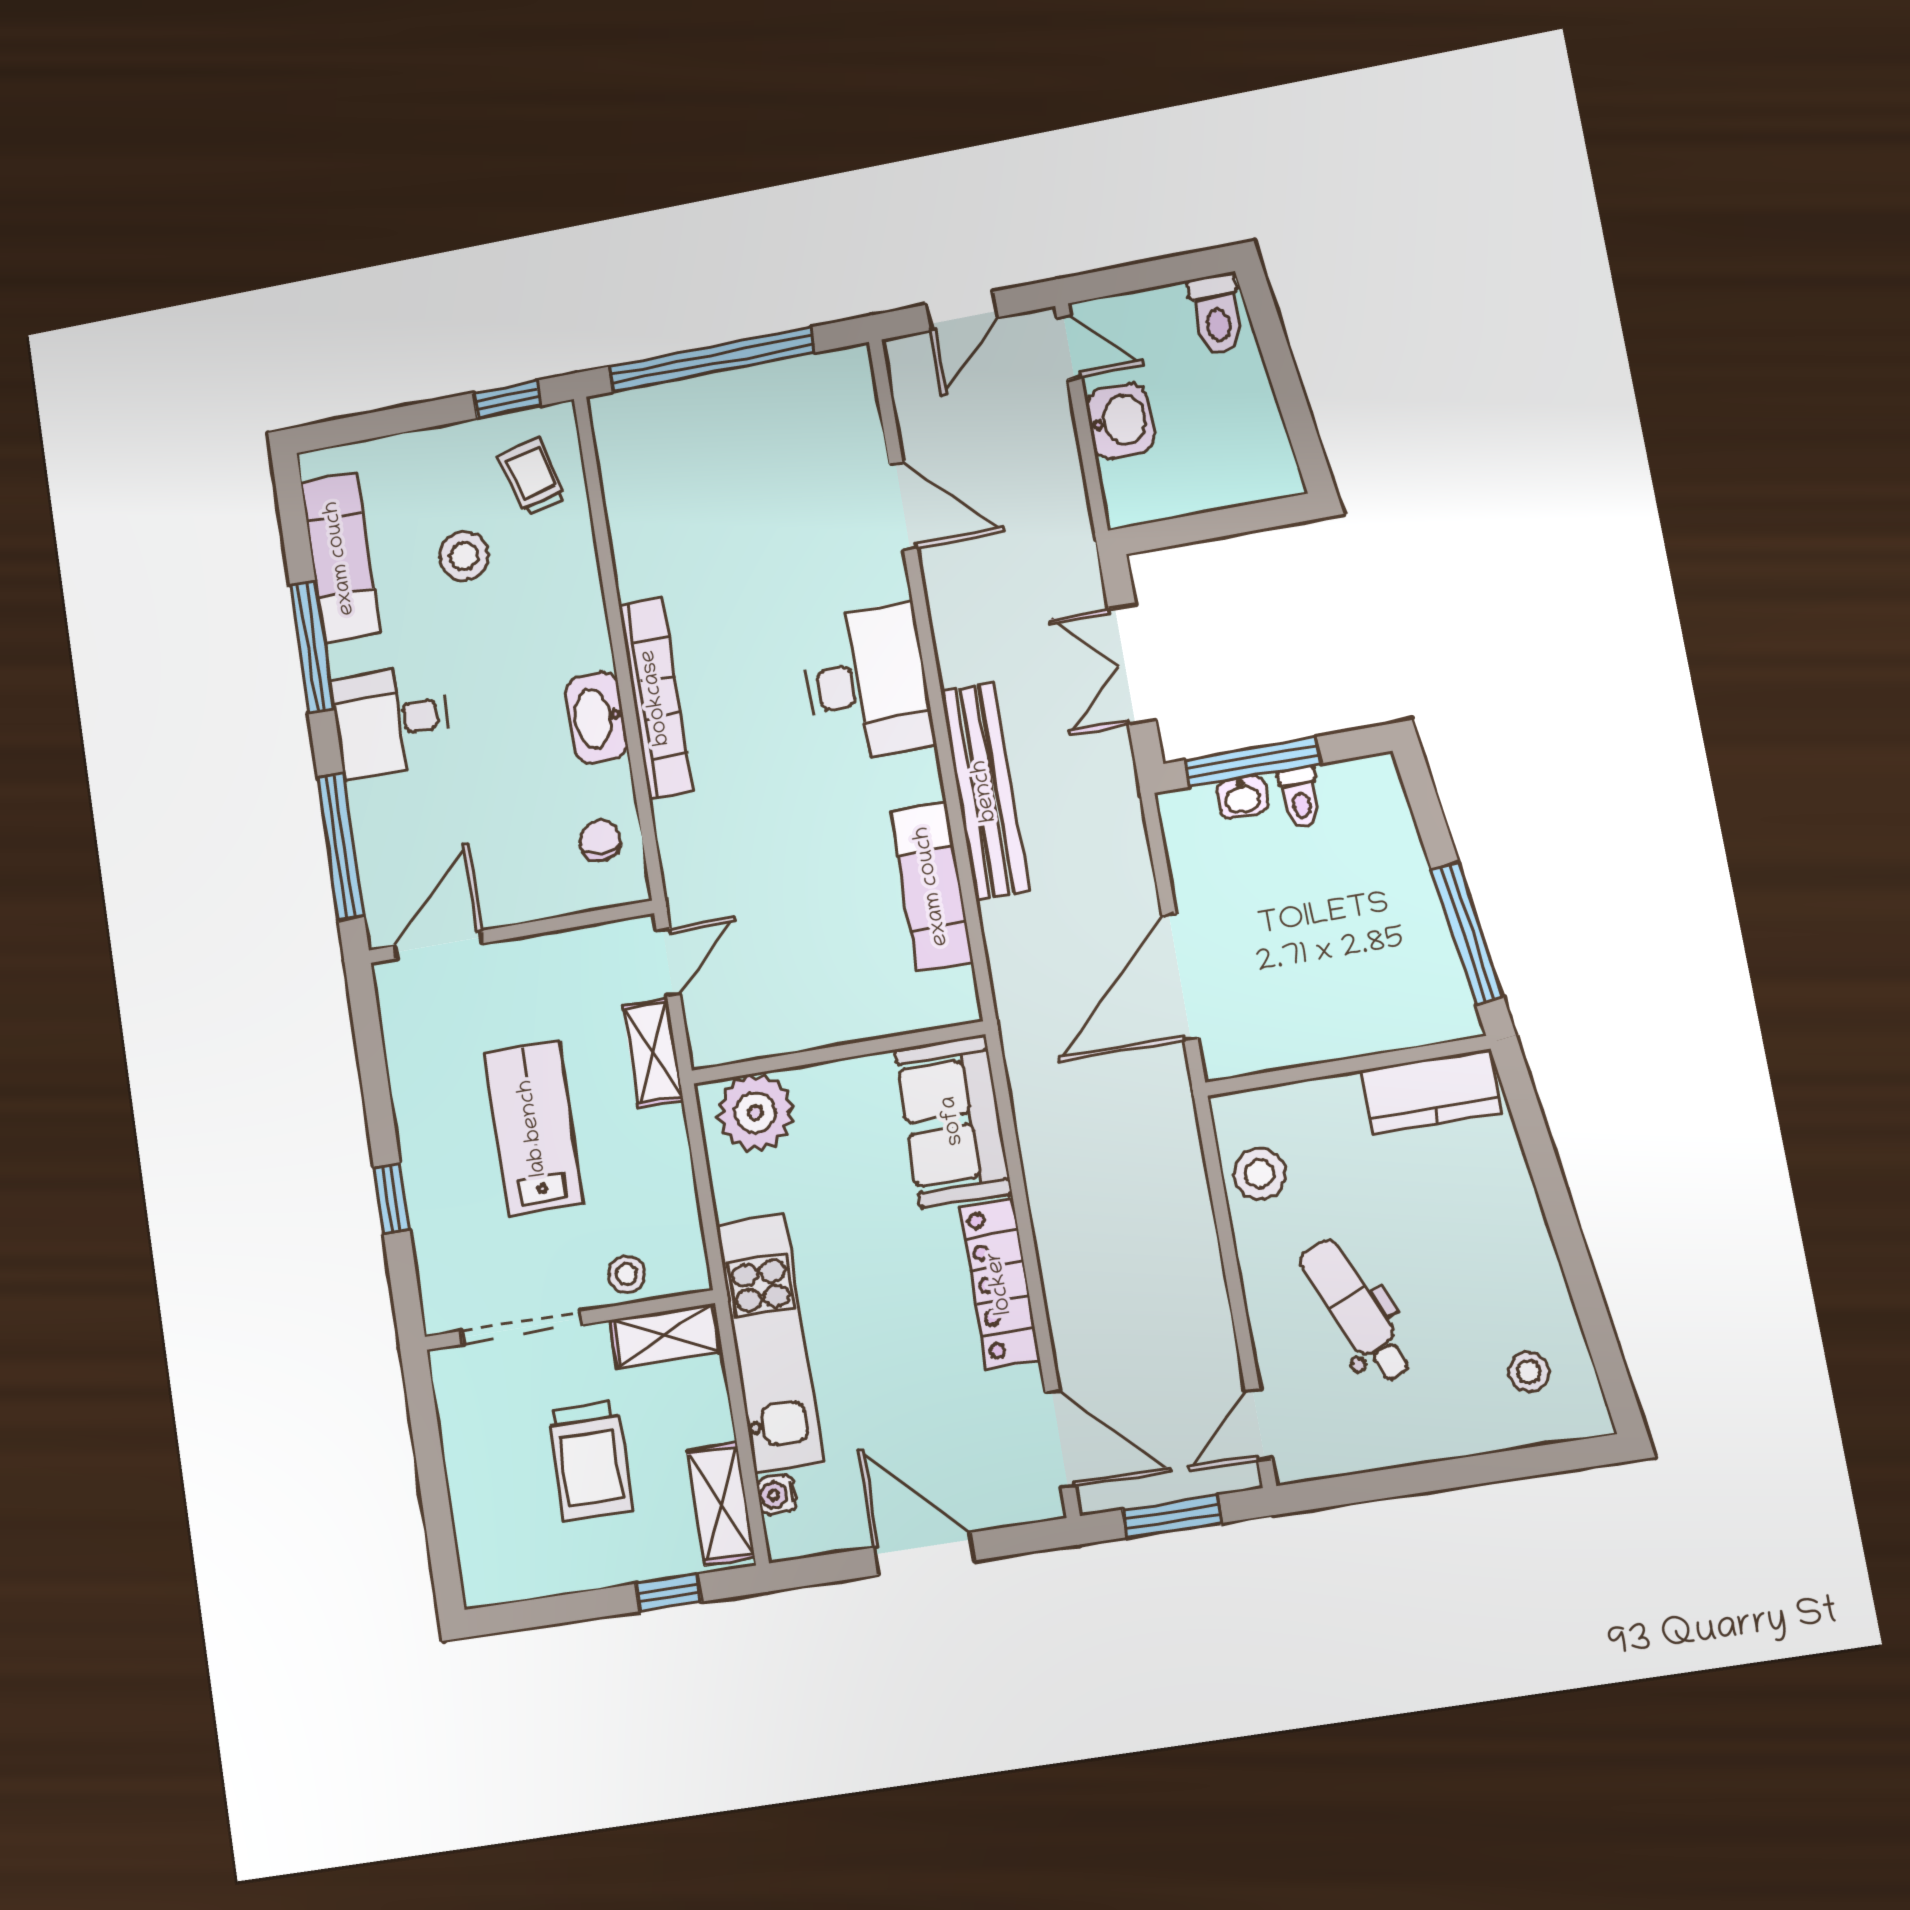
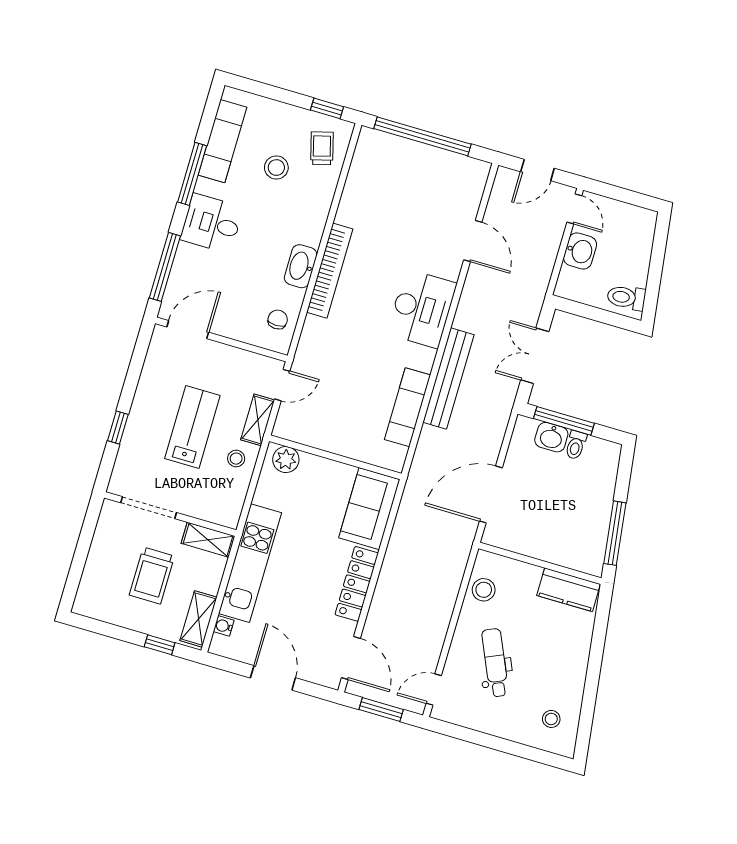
toilet: (1217, 314) -> (626, 298), moved, turned 82
washbasin: (1242, 797) -> (551, 437), width x1.38, depth x1.45
plant: (755, 1112) -> (286, 460), width x0.73, depth x0.73
stool: (627, 1274) -> (236, 459), moved

